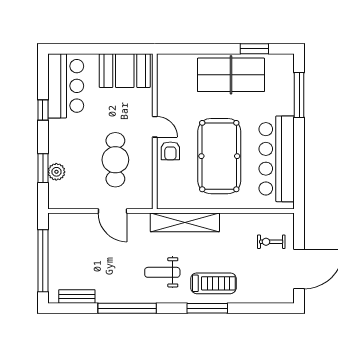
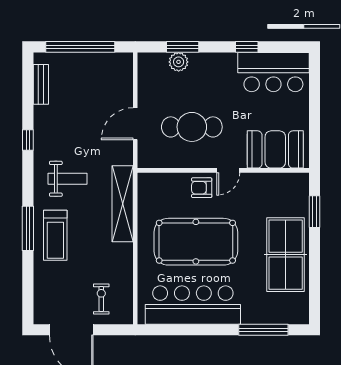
window: (254, 49) -> (314, 212), moved
booth: (125, 71) -> (275, 149), moved, turned 90
weight bench: (162, 272) -> (67, 179), turned 90
window: (127, 308) -> (28, 140), width x0.32

